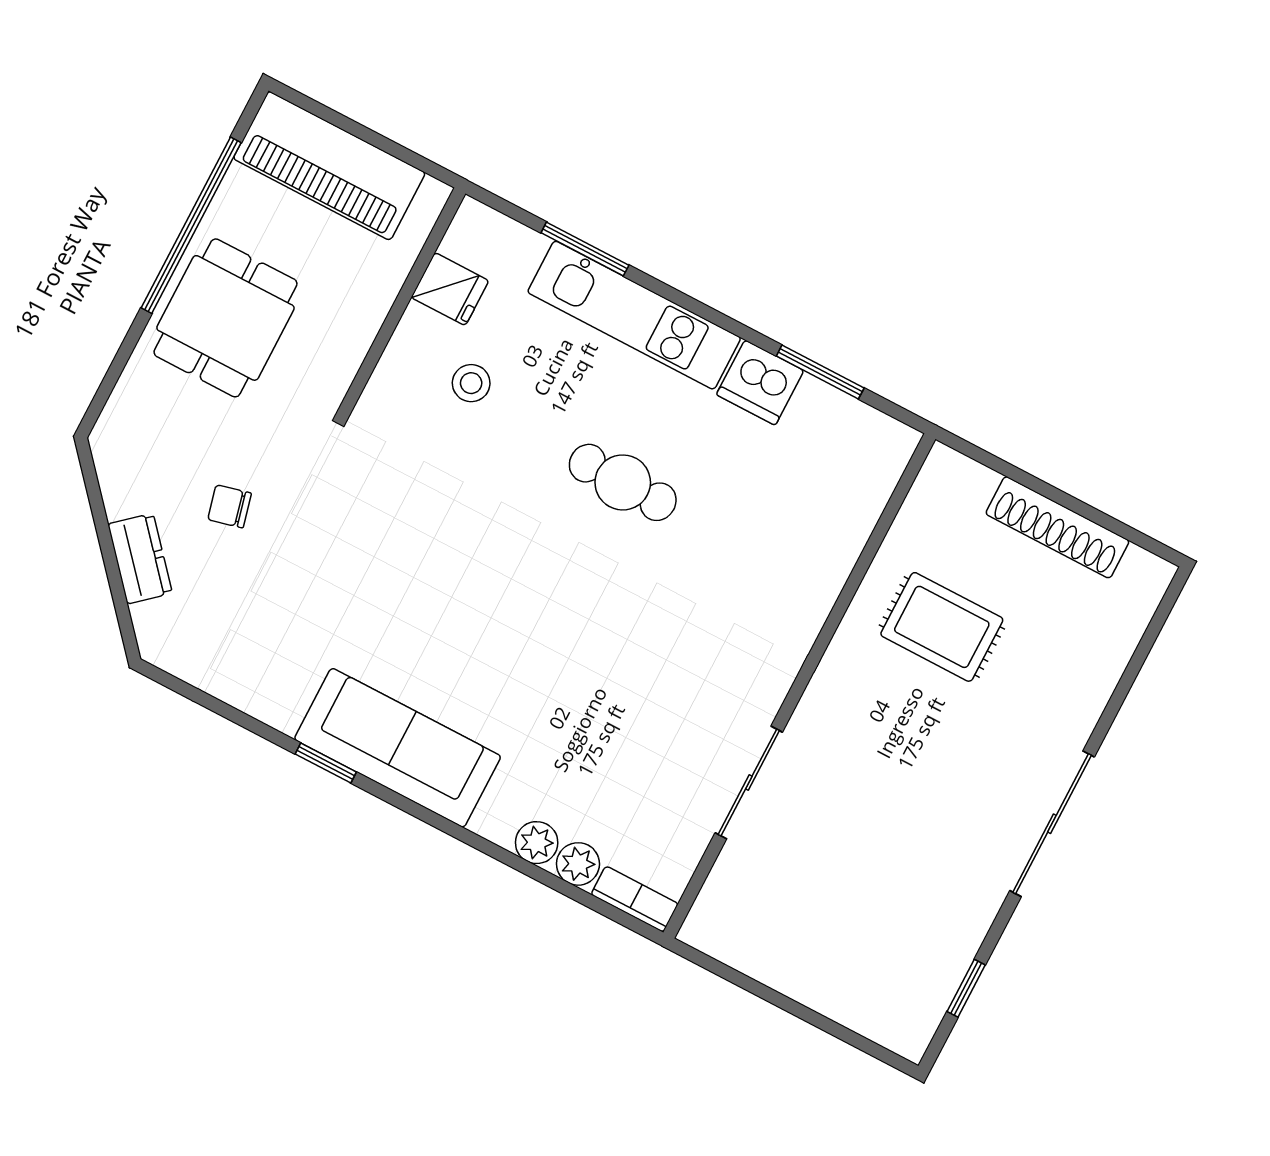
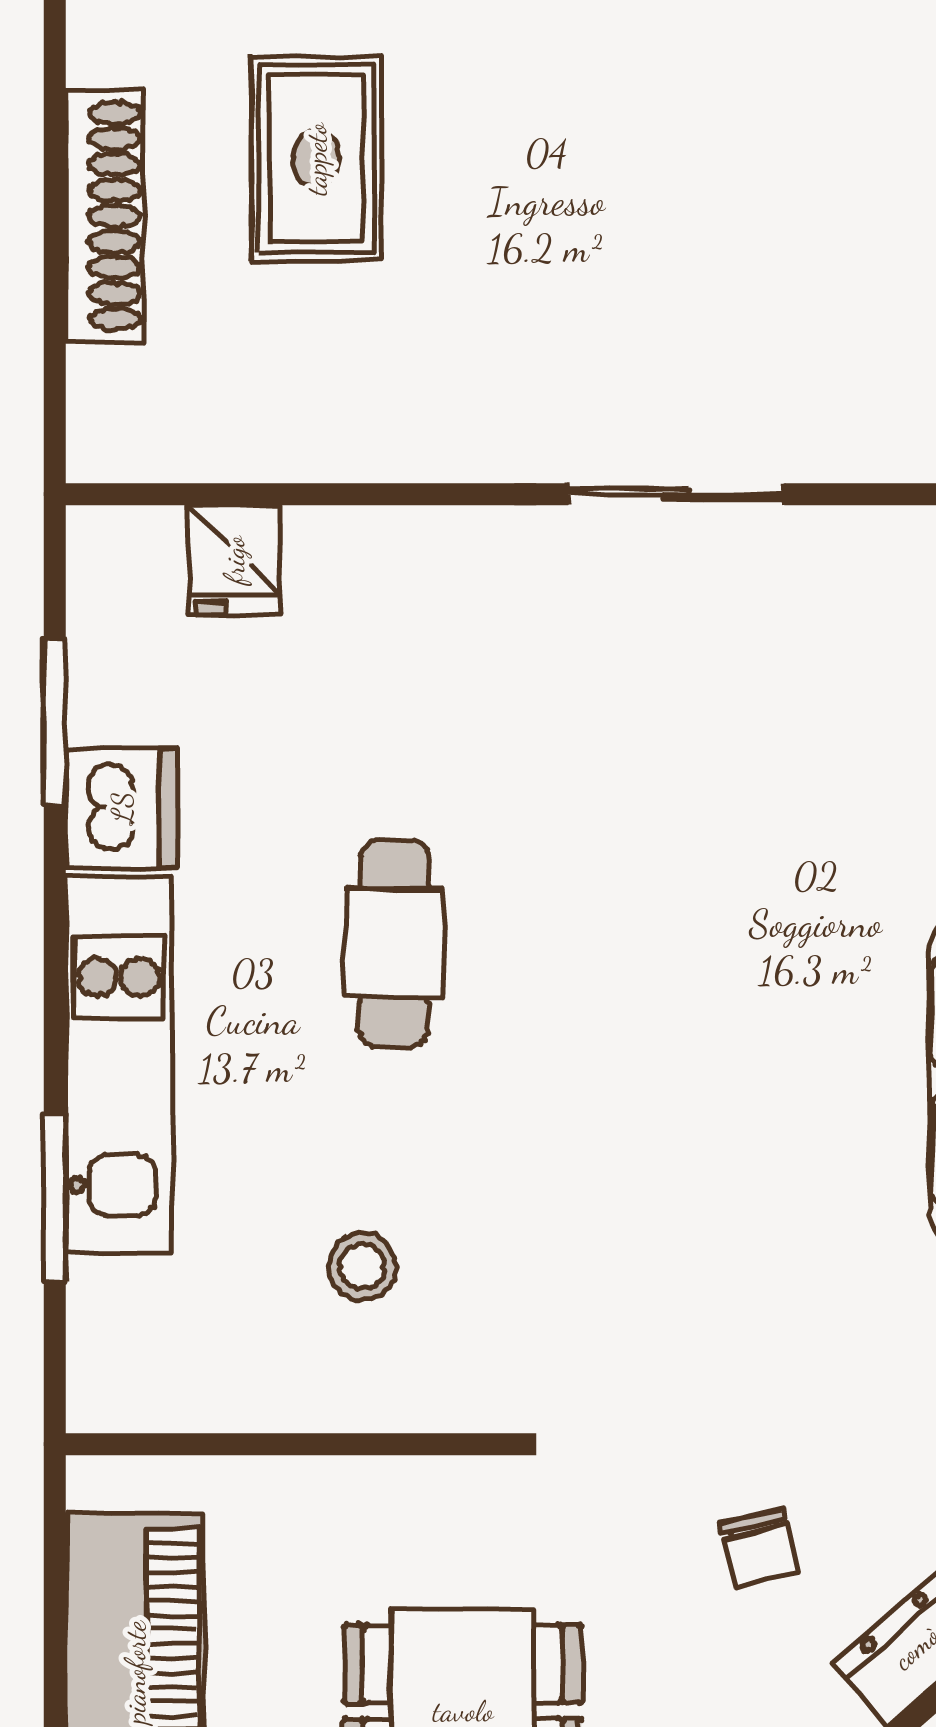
fridge: (450, 289) -> (234, 560), moved, turned 180
rug: (942, 627) -> (316, 159), moved
sliding door: (749, 783) -> (676, 494), moved

